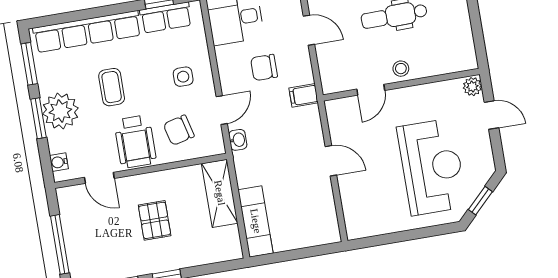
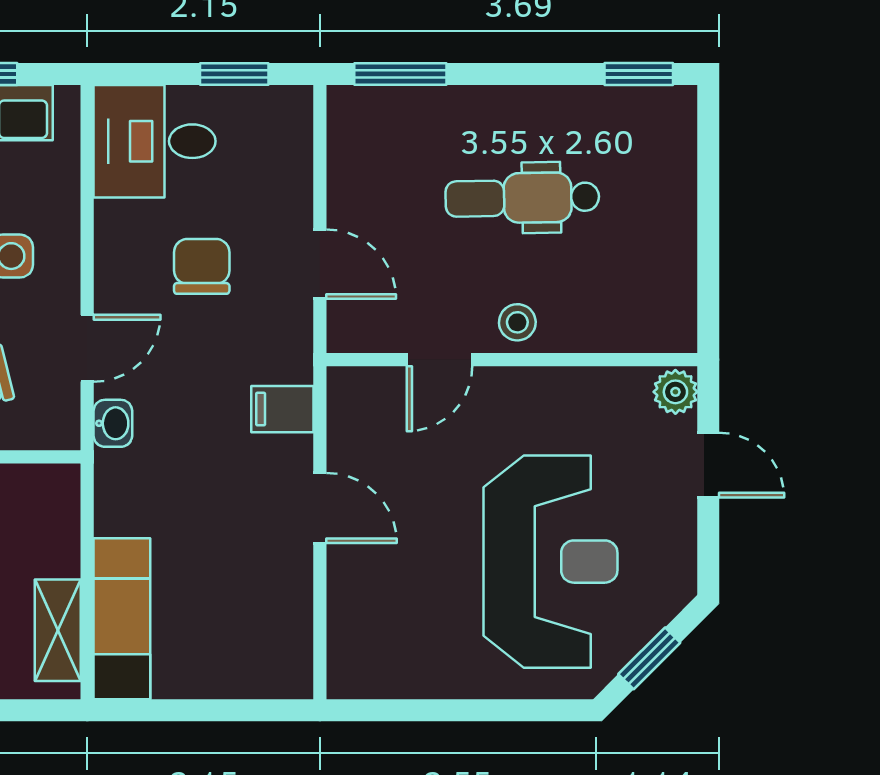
door: (309, 30) -> (320, 264), moved
chair: (264, 67) -> (202, 266), turned 90
filing cabinet: (304, 95) -> (282, 409), moved
shelving: (220, 193) -> (58, 630), moved, width x0.67, depth x0.75

